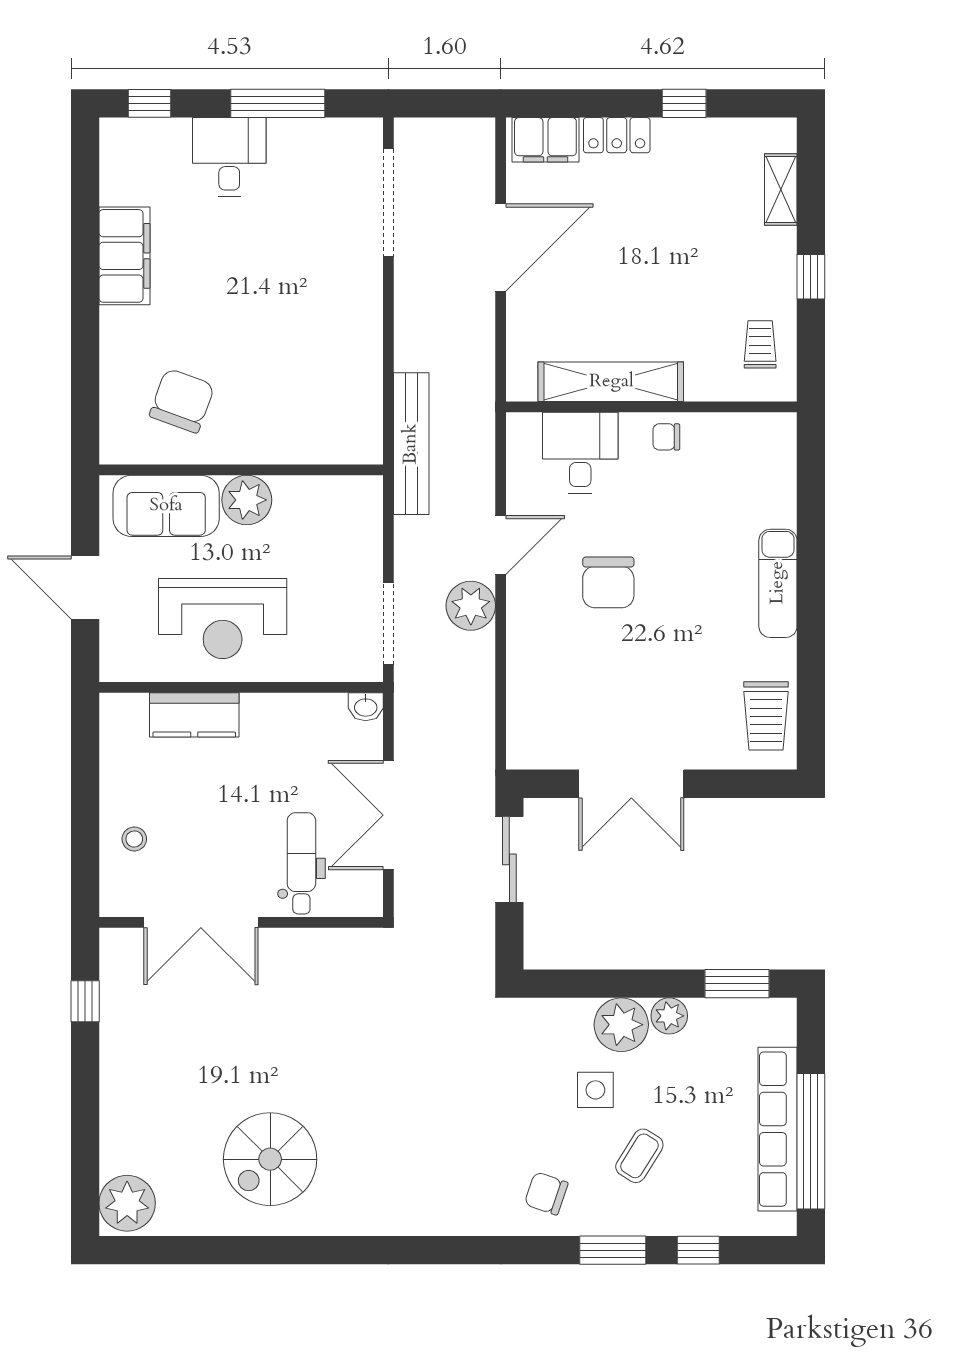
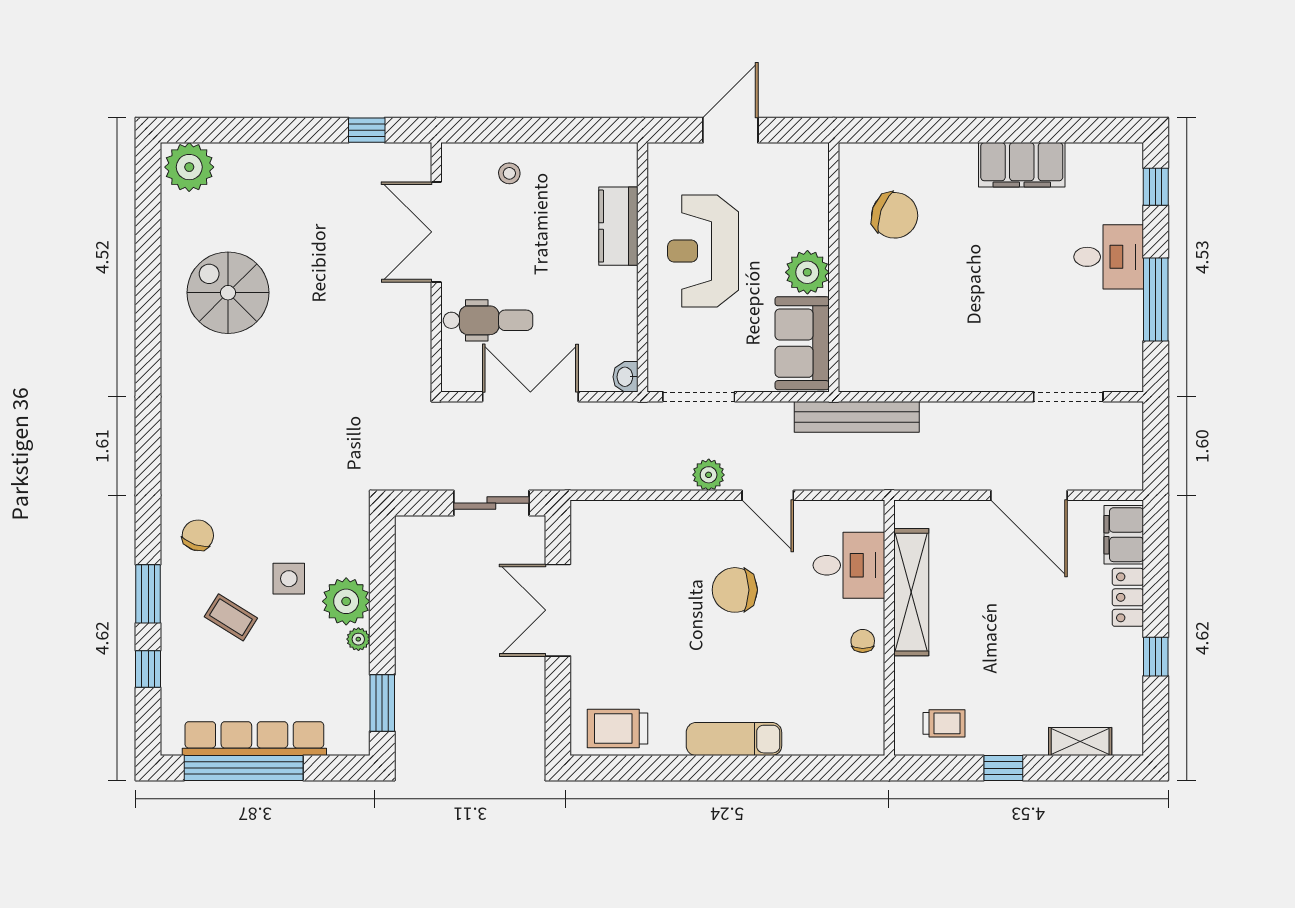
doorway: (388, 203) -> (1068, 397), width x0.73
sofa: (166, 506) -> (802, 343), moved
plant: (471, 606) -> (709, 475), width x0.73, depth x0.73
plant: (669, 1016) -> (358, 639), width x0.73, depth x0.73

